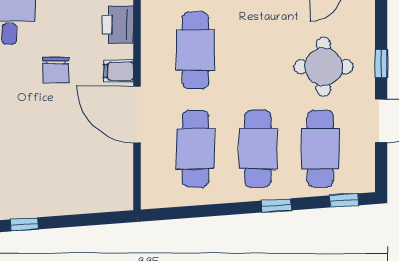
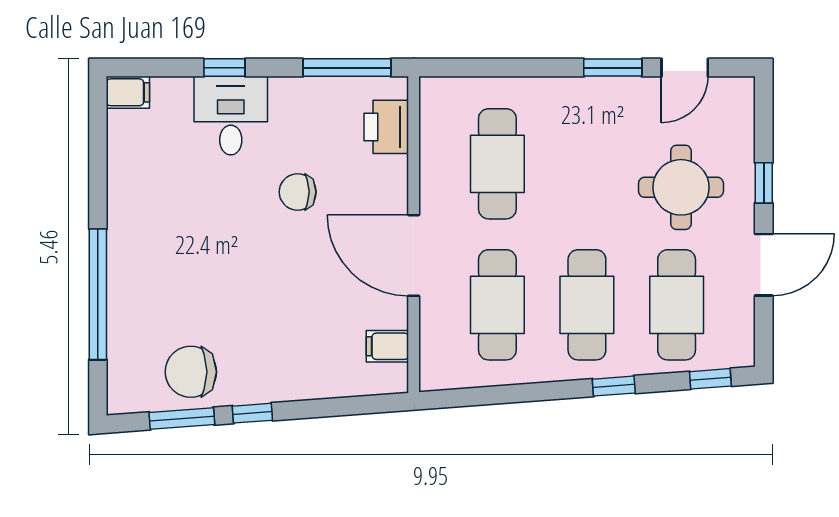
chair: (56, 70) -> (298, 192), turned 90
filing cabinet: (119, 71) -> (387, 346), moved

